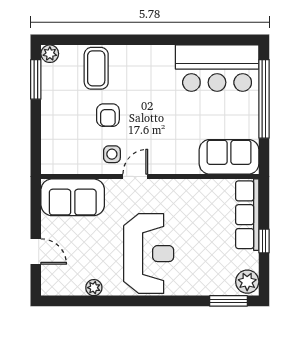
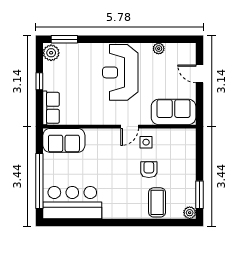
row of seats: (247, 215) -> (51, 108), width x0.68

